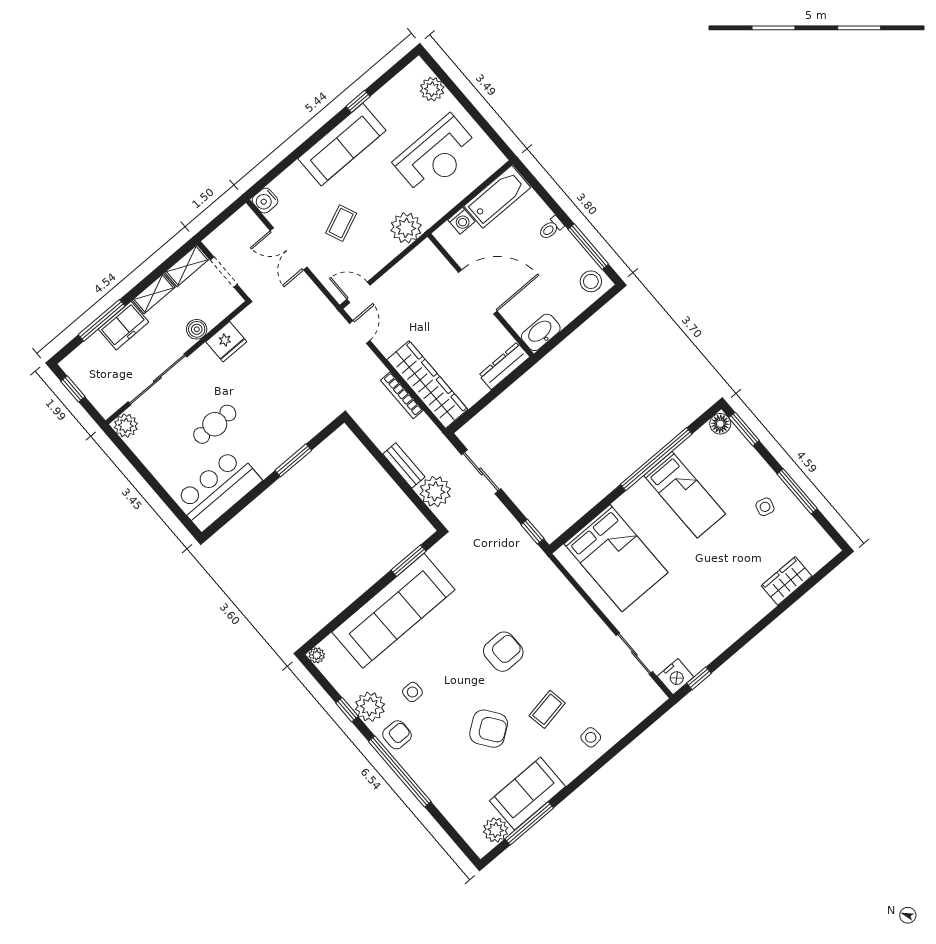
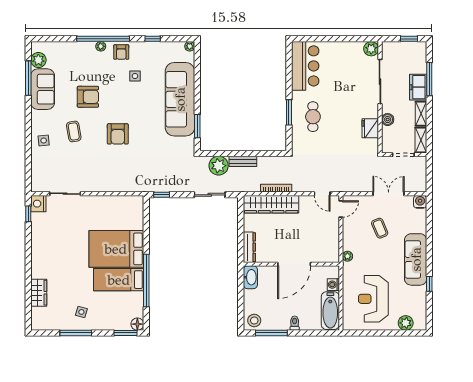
plant: (406, 228) -> (347, 256), width x0.53, depth x0.53
cafe table: (215, 424) -> (313, 117), moved
bed: (616, 558) -> (116, 249), moved
plant: (370, 707) -> (101, 46), moved, width x0.53, depth x0.53
armchair: (489, 729) -> (88, 97), turned -144

